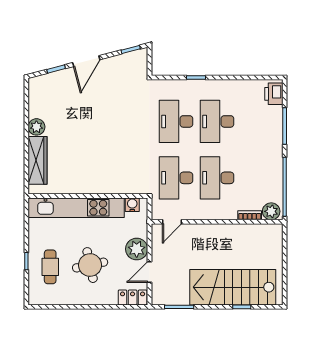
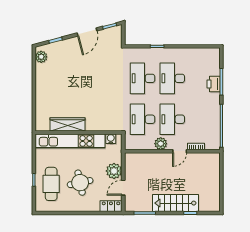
door: (86, 61) -> (87, 32), moved
printer: (274, 94) -> (214, 84), moved
plant: (36, 127) -> (41, 57), moved
wardrobe: (37, 160) -> (68, 124), moved, turned -90
plant: (271, 211) -> (161, 144), moved
door: (172, 222) -> (180, 151), moved
cafe table: (50, 267) -> (51, 184), width x1.37, depth x1.35
stairs: (233, 287) -> (175, 203), width x0.73, depth x0.66

